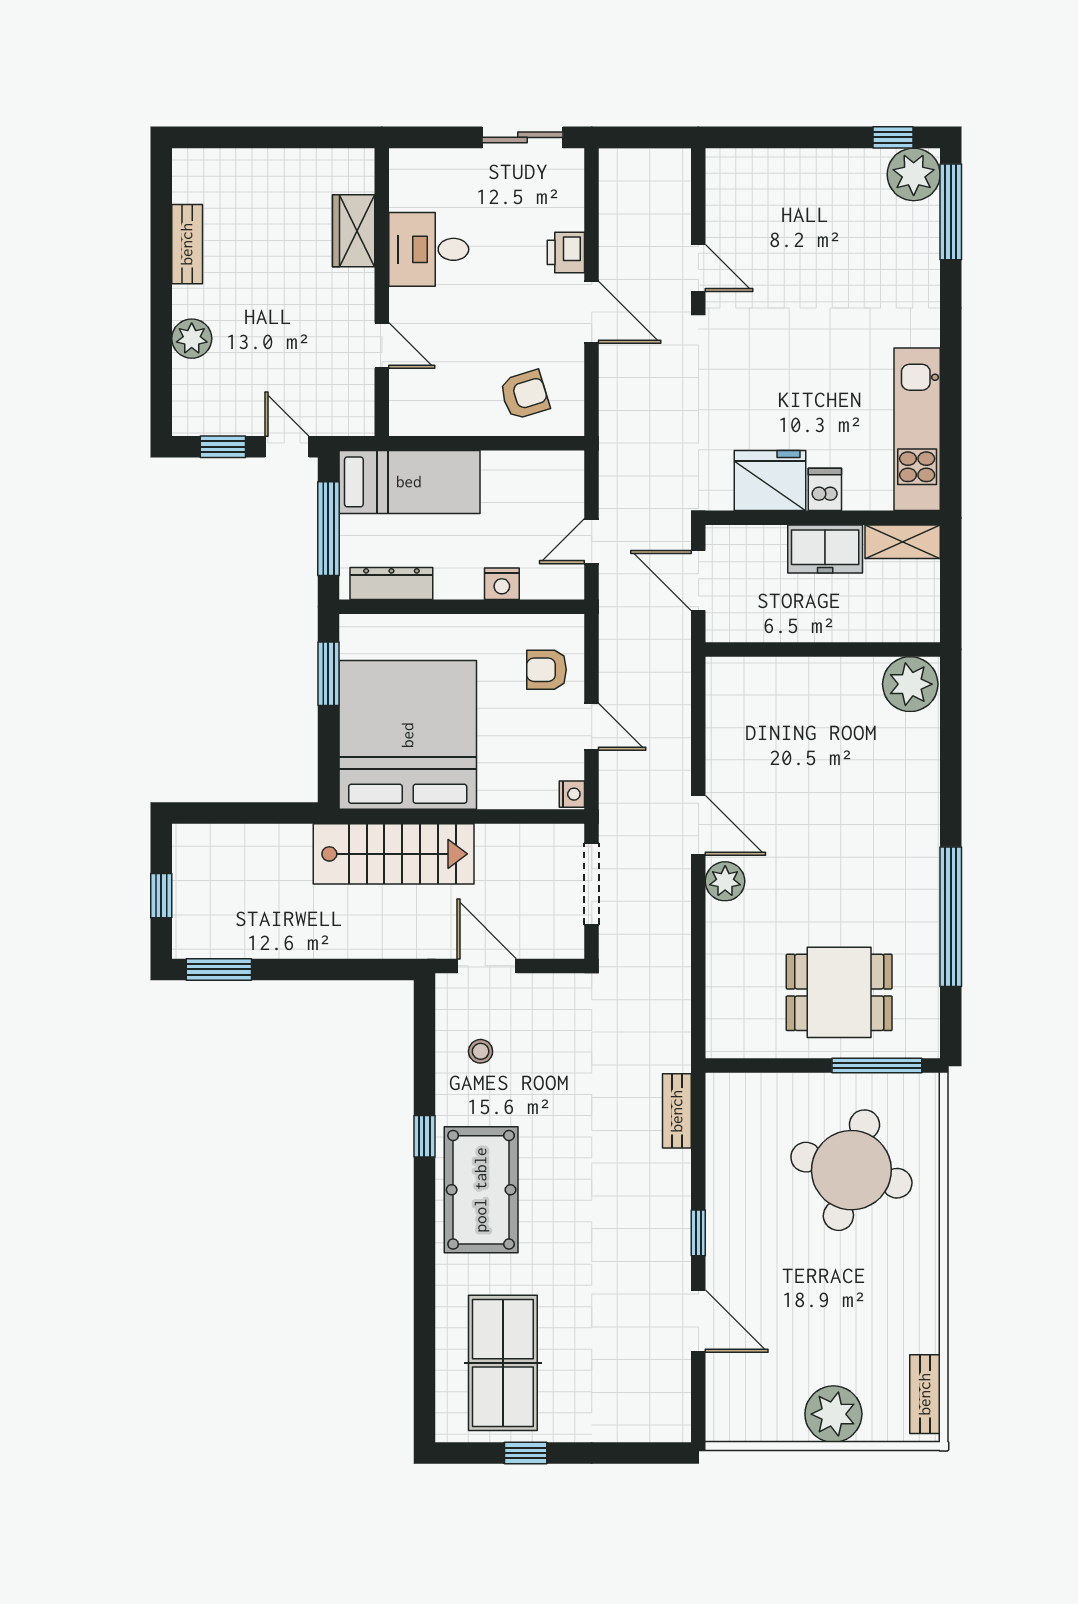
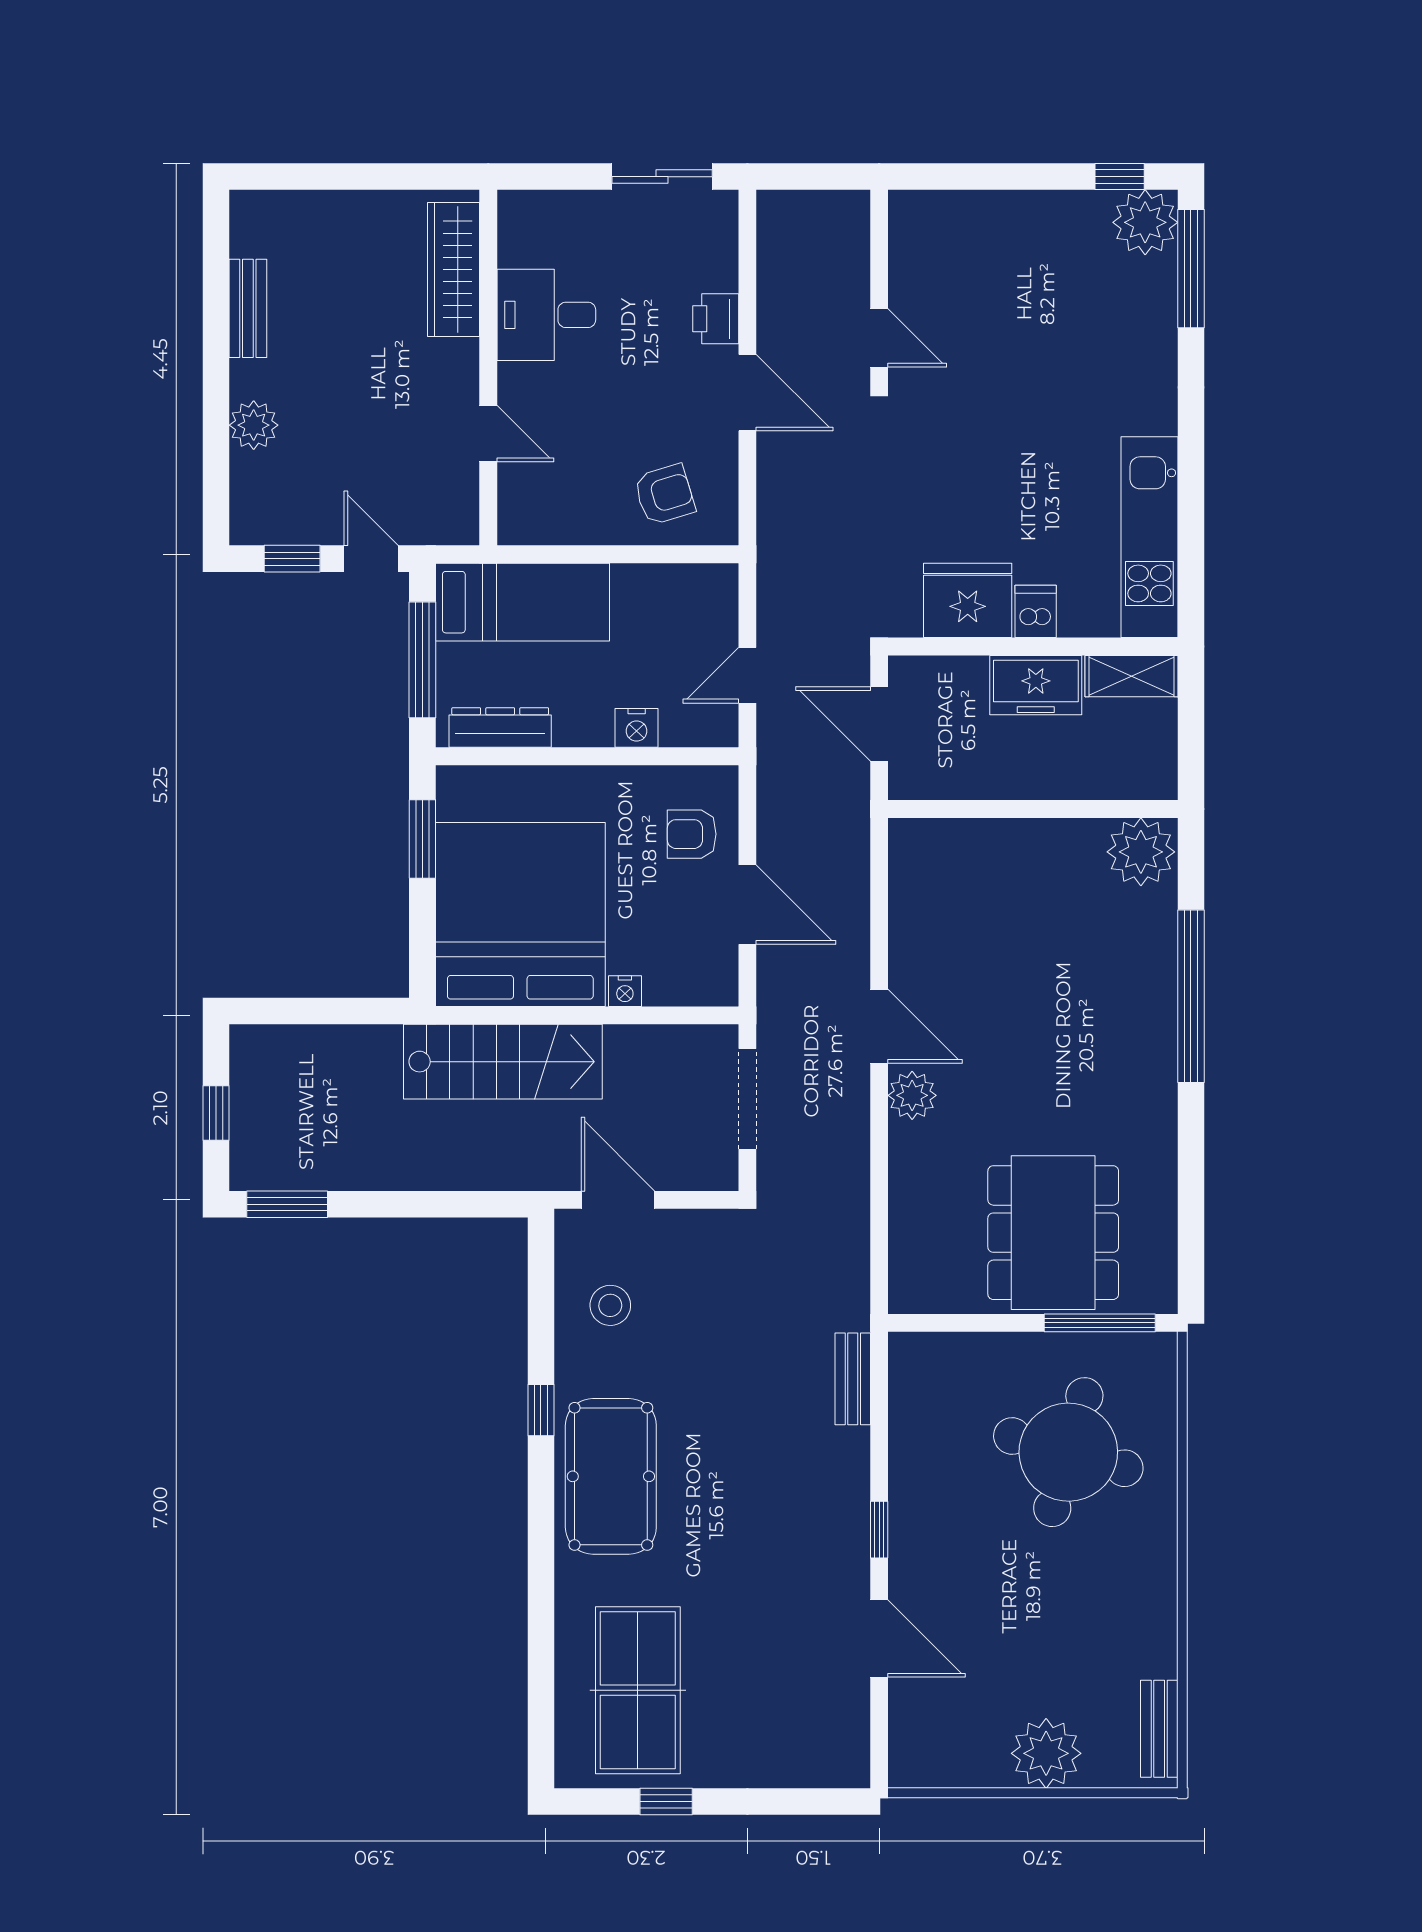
wardrobe: (354, 231) -> (454, 270), width x1.50
door: (592, 727) -> (747, 905), width x1.38
nightstand: (572, 794) -> (625, 991), moved, turned 90
window: (951, 917) -> (1191, 996), moved
dining table: (839, 992) -> (1053, 1233), width x1.38
stool: (481, 1051) -> (610, 1305), width x1.37, depth x1.37

